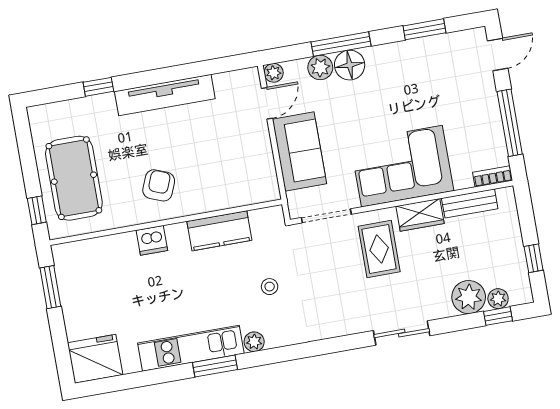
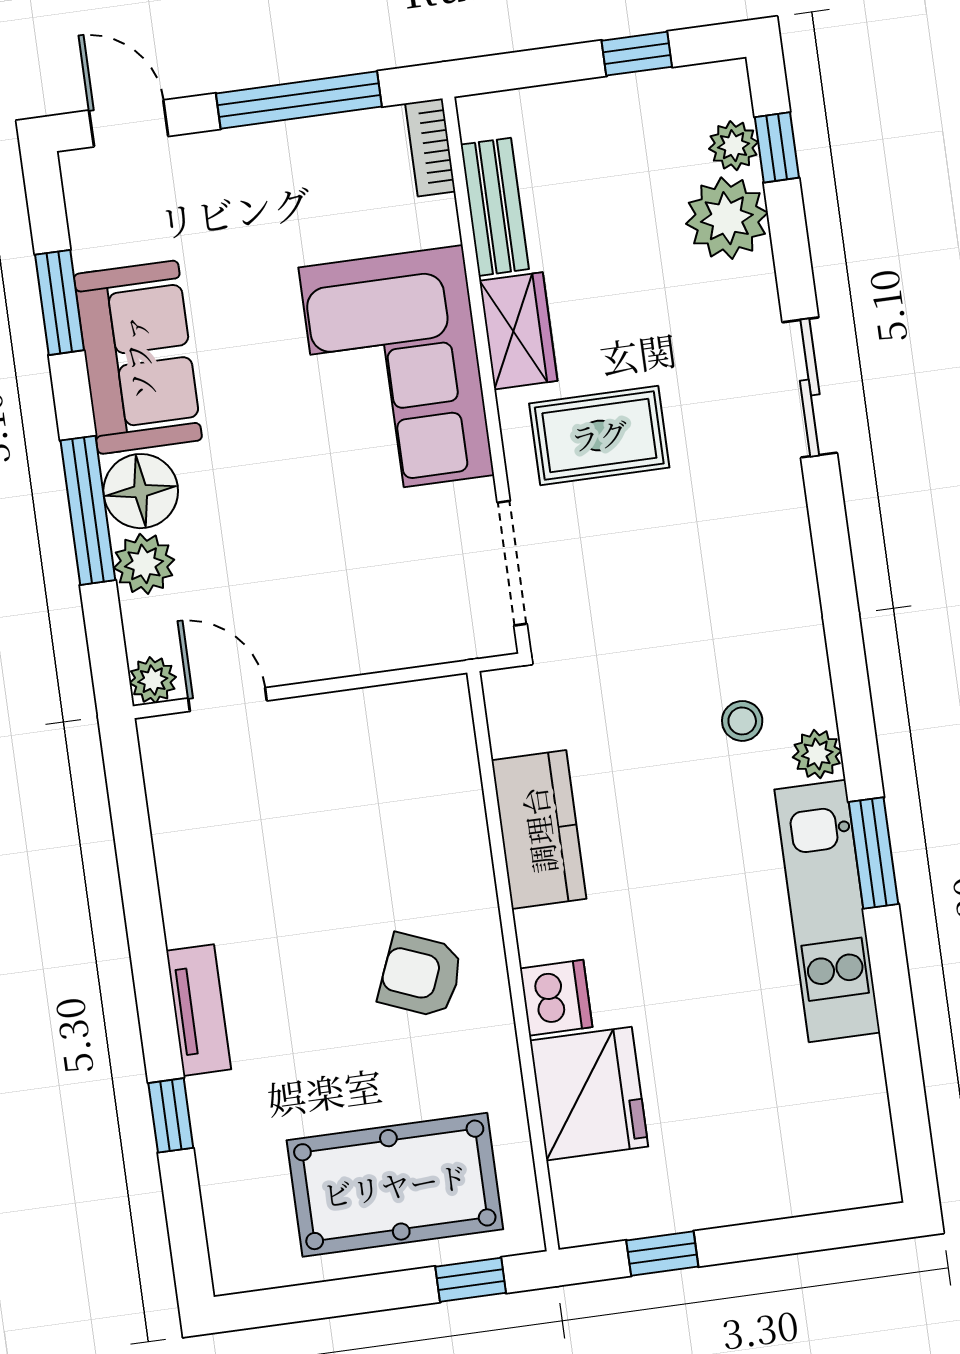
tv unit: (165, 95) -> (199, 1010), width x0.52, depth x0.78
sofa: (299, 151) -> (138, 357), moved, turned 90
window: (50, 287) -> (662, 1253), width x0.67
stool: (270, 287) -> (742, 721), moved
fridge: (95, 359) -> (589, 1094), moved, turned 180

